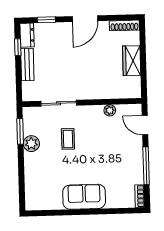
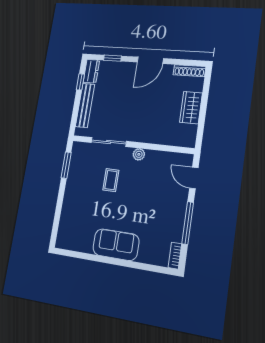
bench: (27, 64) -> (85, 105), width x1.36
plant: (110, 110) -> (139, 154), moved
plant: (31, 144) -> (74, 179), removed

